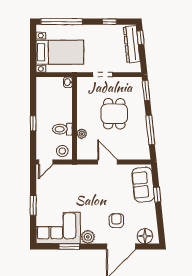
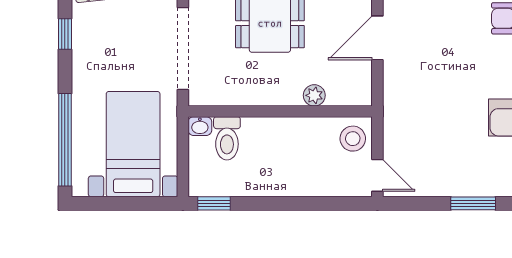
doorway: (103, 75) -> (183, 49), width x1.88
window: (33, 123) -> (214, 203), moved
toilet: (62, 129) -> (227, 138), moved

